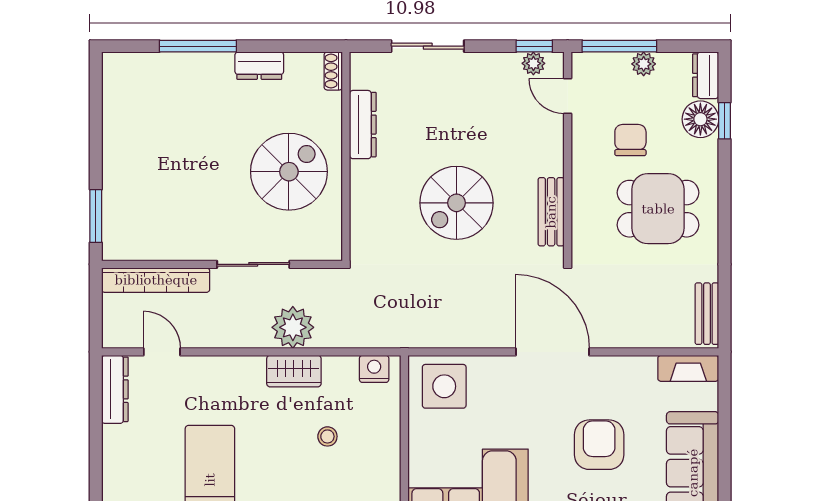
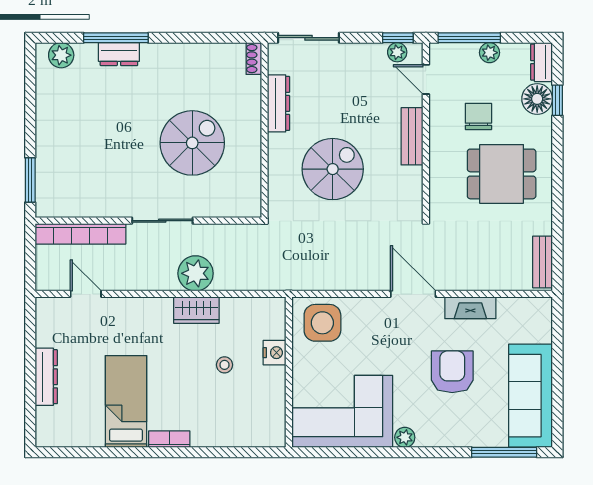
dresser: (259, 66) -> (119, 54), moved
plant: (133, 67) -> (61, 55), added
shoe rack: (333, 71) -> (254, 59), moved
dresser: (363, 125) -> (279, 103), moved
wall: (346, 156) -> (264, 130), moved
spiral stairs: (456, 203) -> (333, 169), turned 180
bench: (551, 212) -> (412, 136), moved
door: (552, 352) -> (413, 294), width x0.73
fireplace: (688, 368) -> (470, 308), moved
nightstand: (374, 369) -> (275, 353), moved, turned 90
dresser: (115, 389) -> (46, 377), moved

